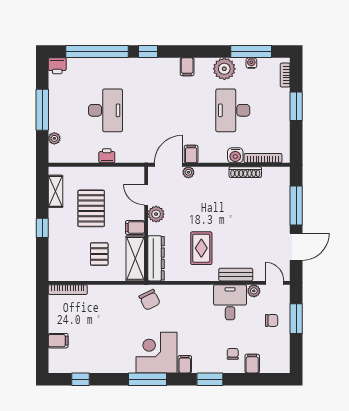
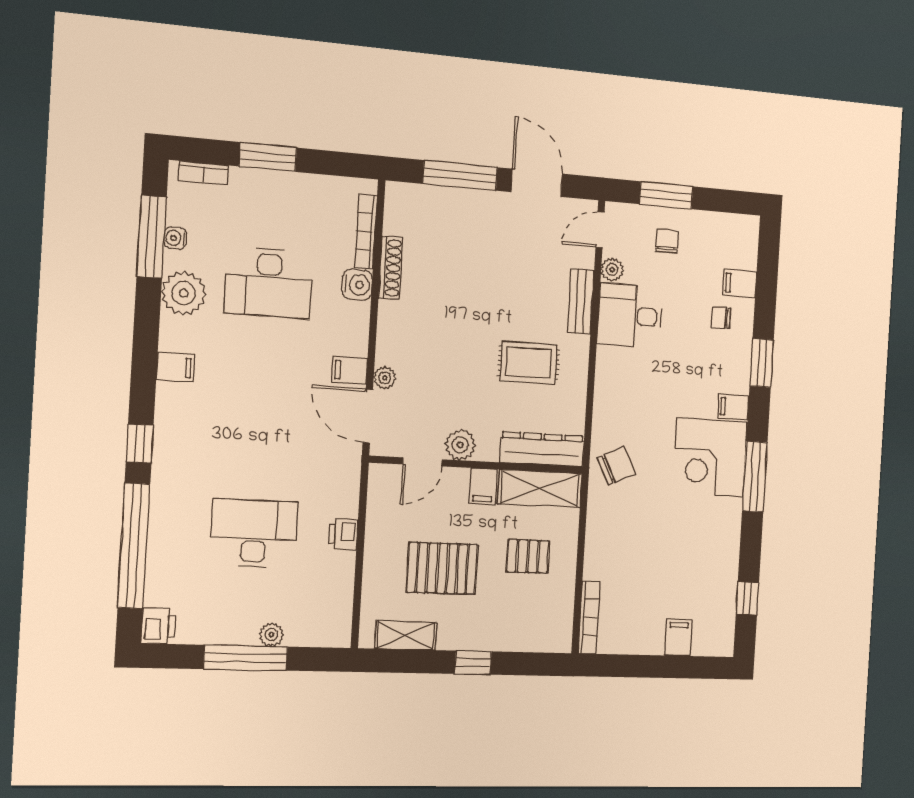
plant: (54, 138) -> (271, 635), moved

